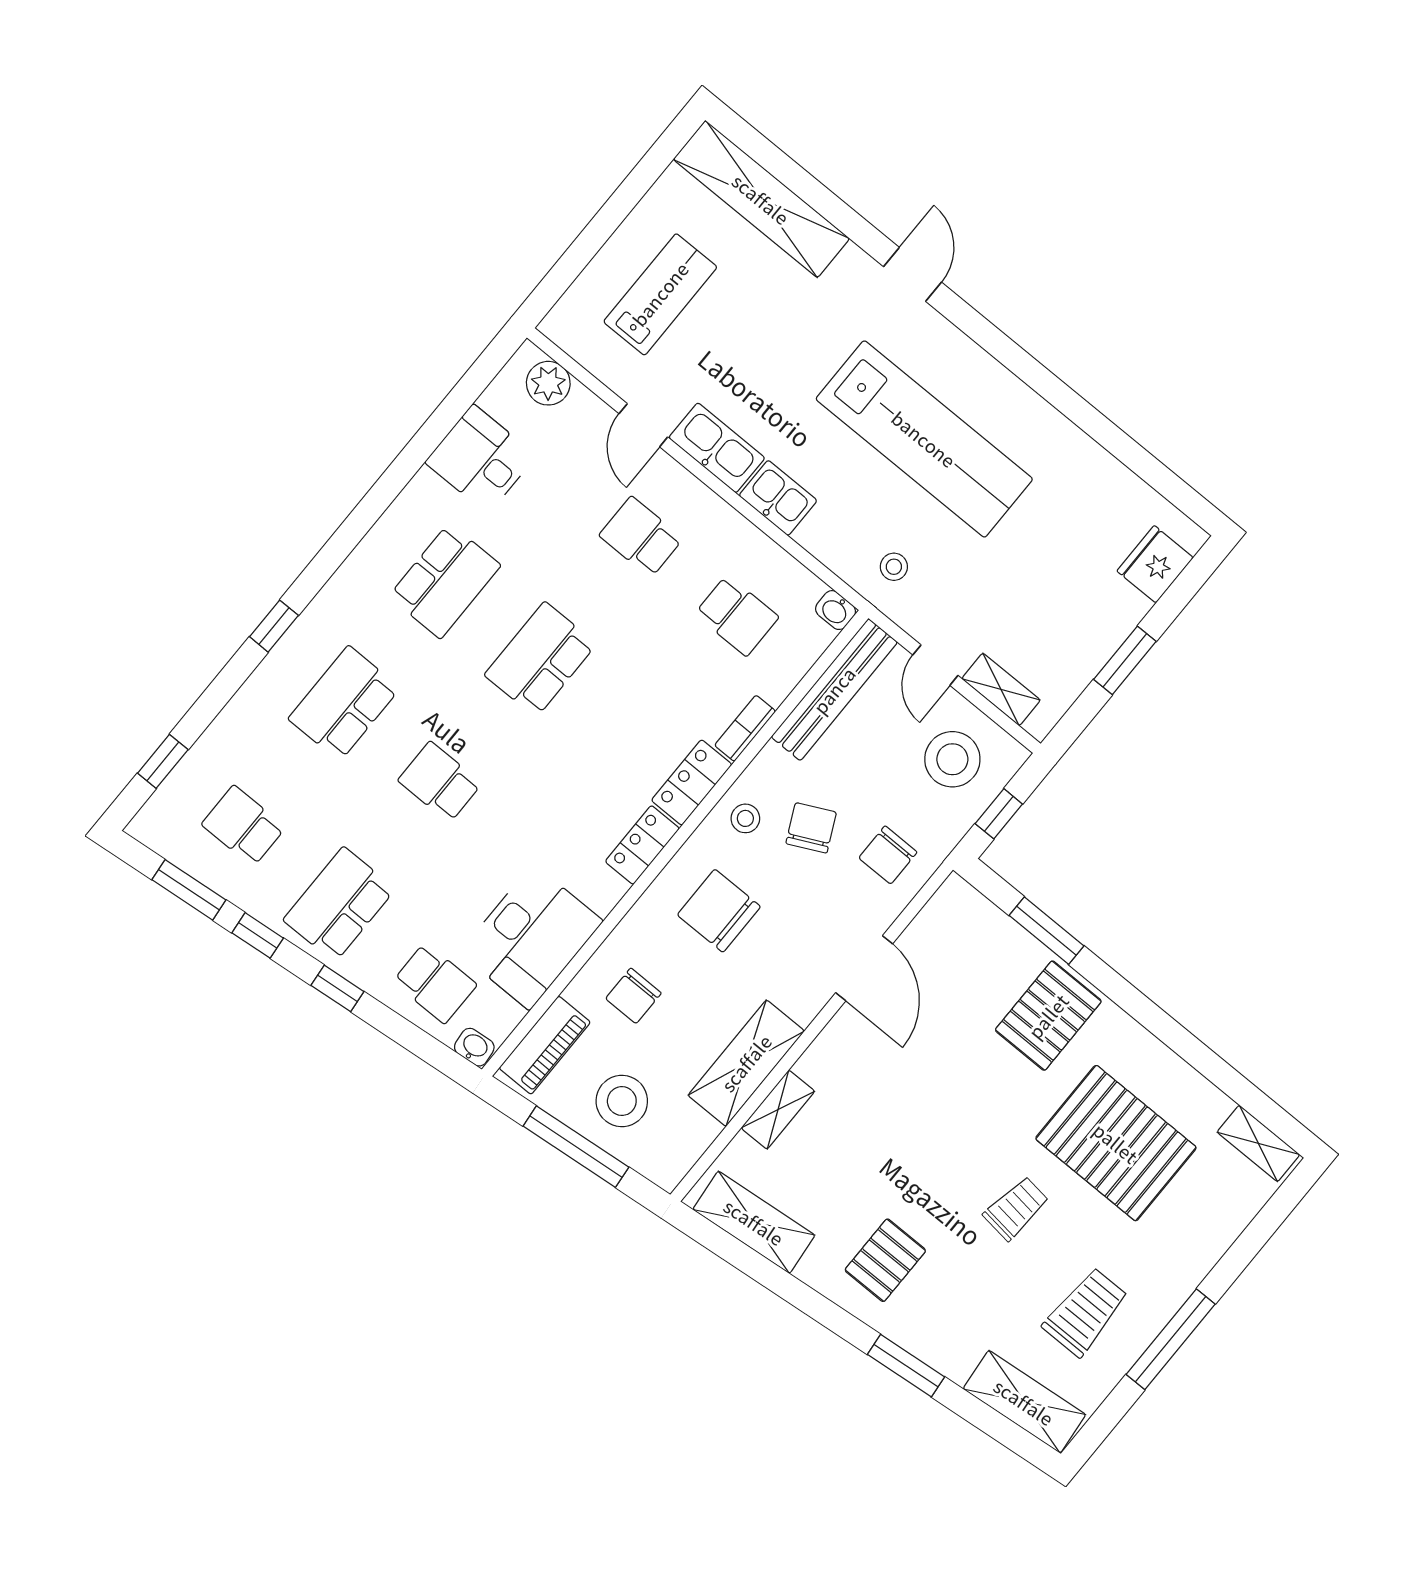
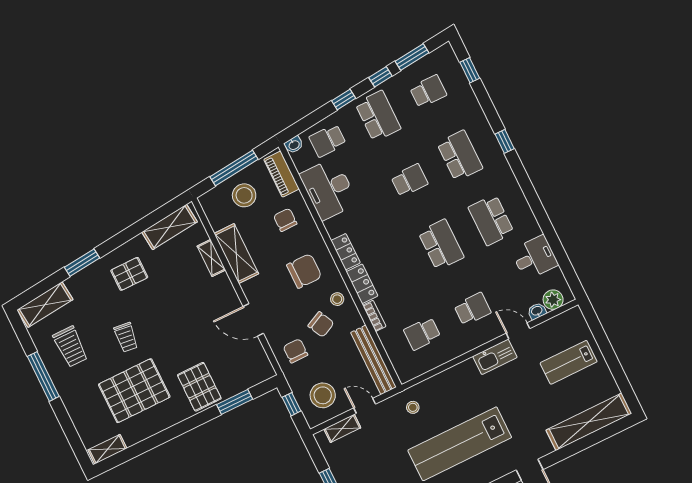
lab bench: (660, 294) -> (569, 362), turned 90
kitchen sink: (778, 498) -> (463, 373), removed
washbasin: (836, 610) -> (537, 311), moved
pallet: (885, 1260) -> (129, 274), turned 90

